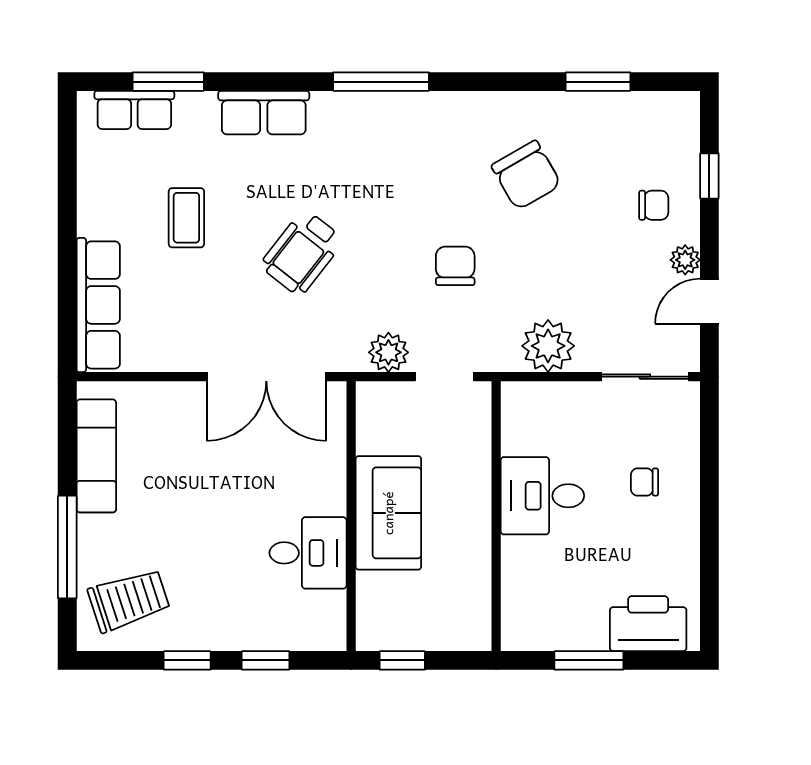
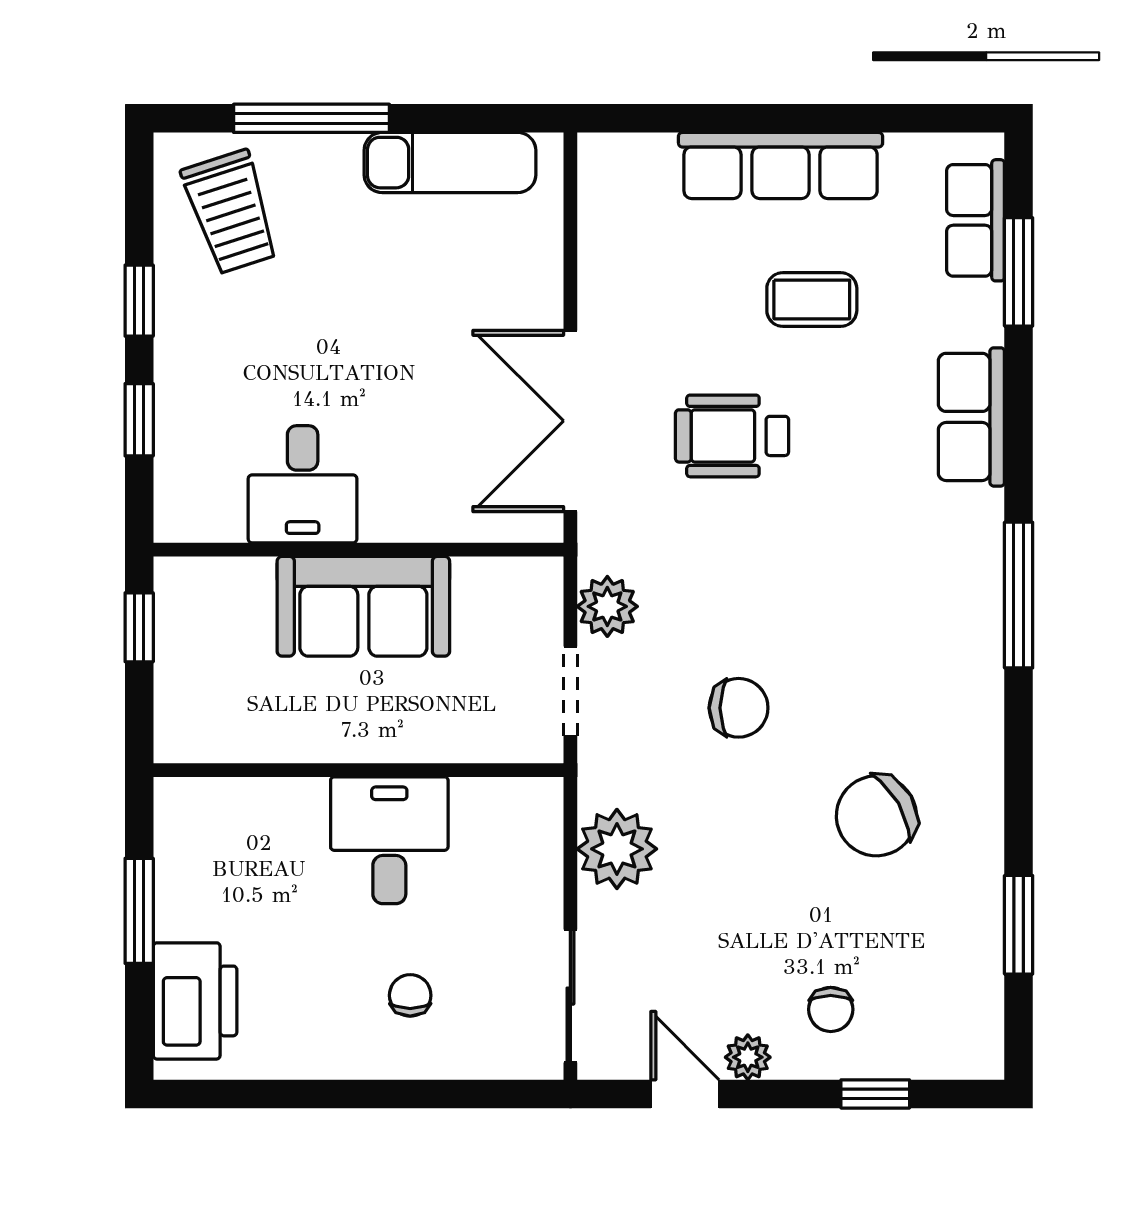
wheelchair: (302, 253) -> (732, 436), moved, turned -38
row of seats: (98, 305) -> (781, 165), moved

